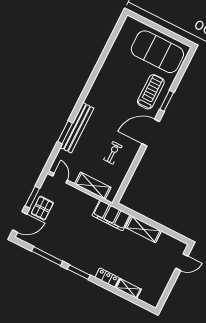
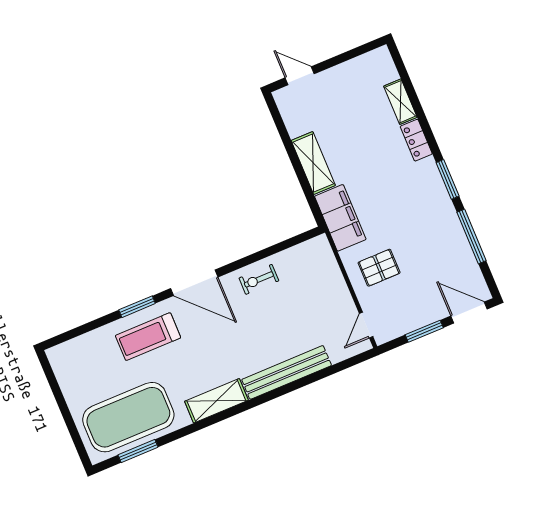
exercise mat: (157, 52) -> (128, 417), moved, turned 90
window: (65, 132) -> (138, 451), moved
exercise bike: (113, 153) -> (259, 279), moved
shelving: (93, 186) -> (216, 401), moved, turned 90
pallet: (42, 208) -> (379, 268), moved

